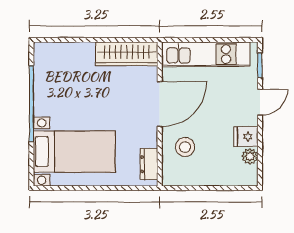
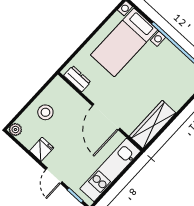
stool: (185, 147) -> (45, 112), moved
plant: (250, 156) -> (15, 130), moved

